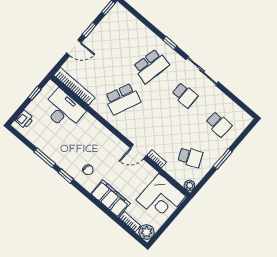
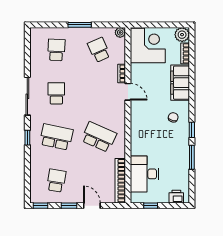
school desk: (117, 37) -> (56, 181), added

